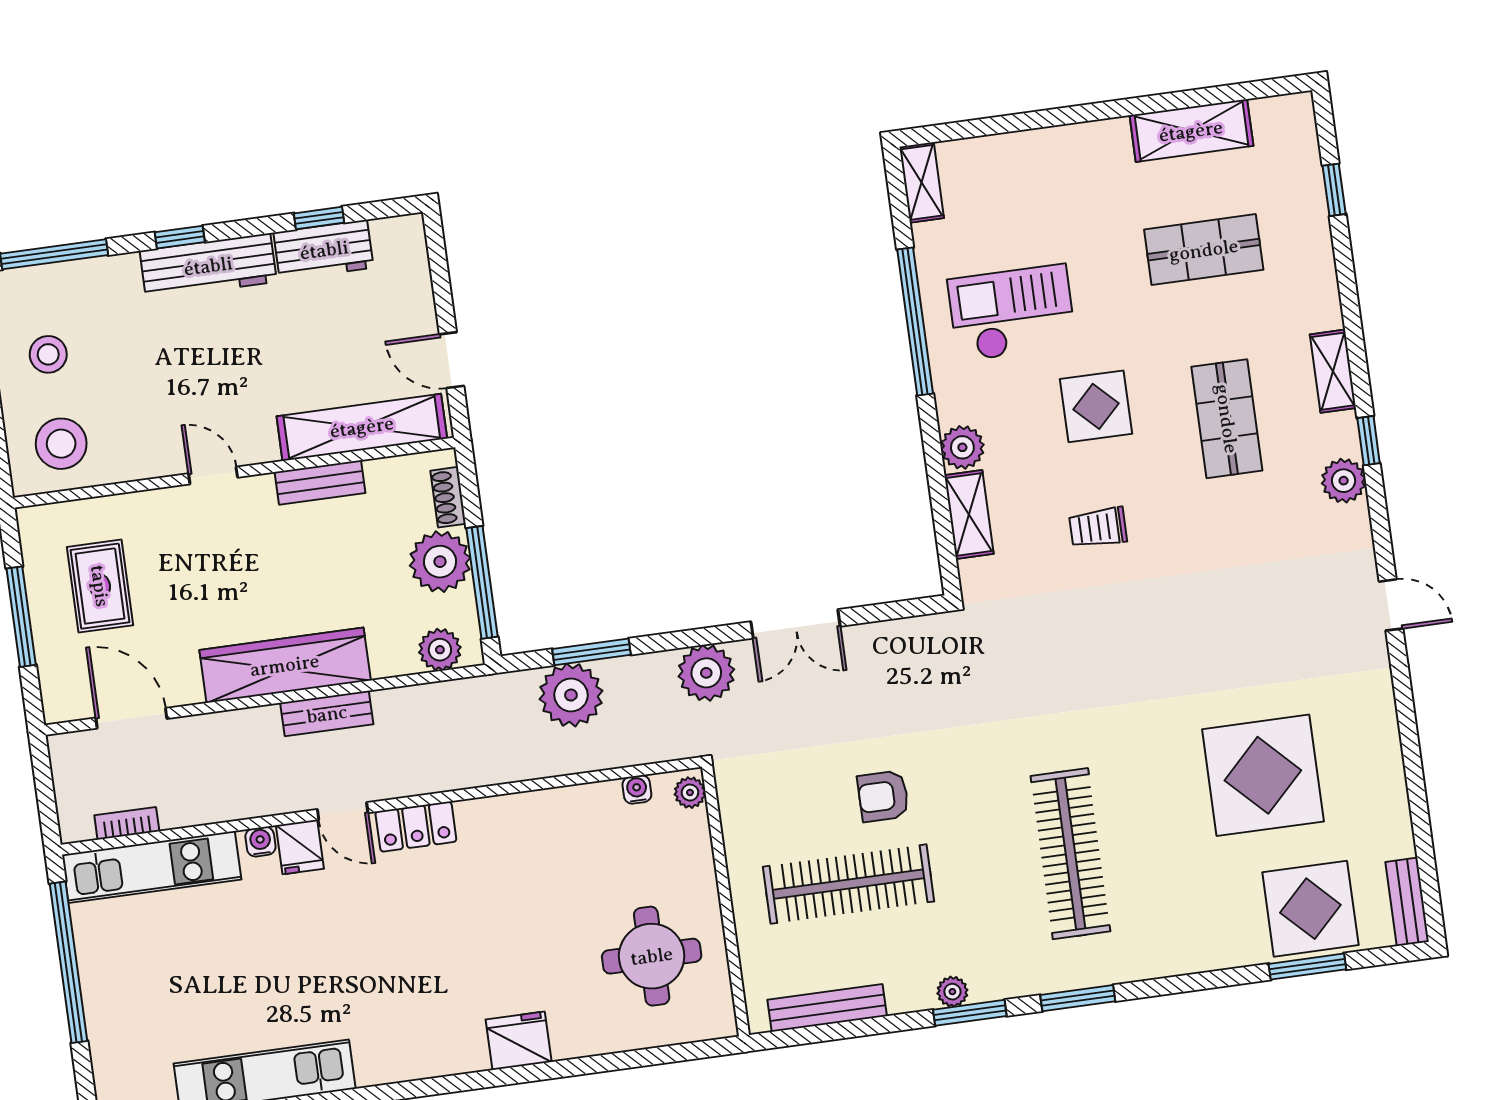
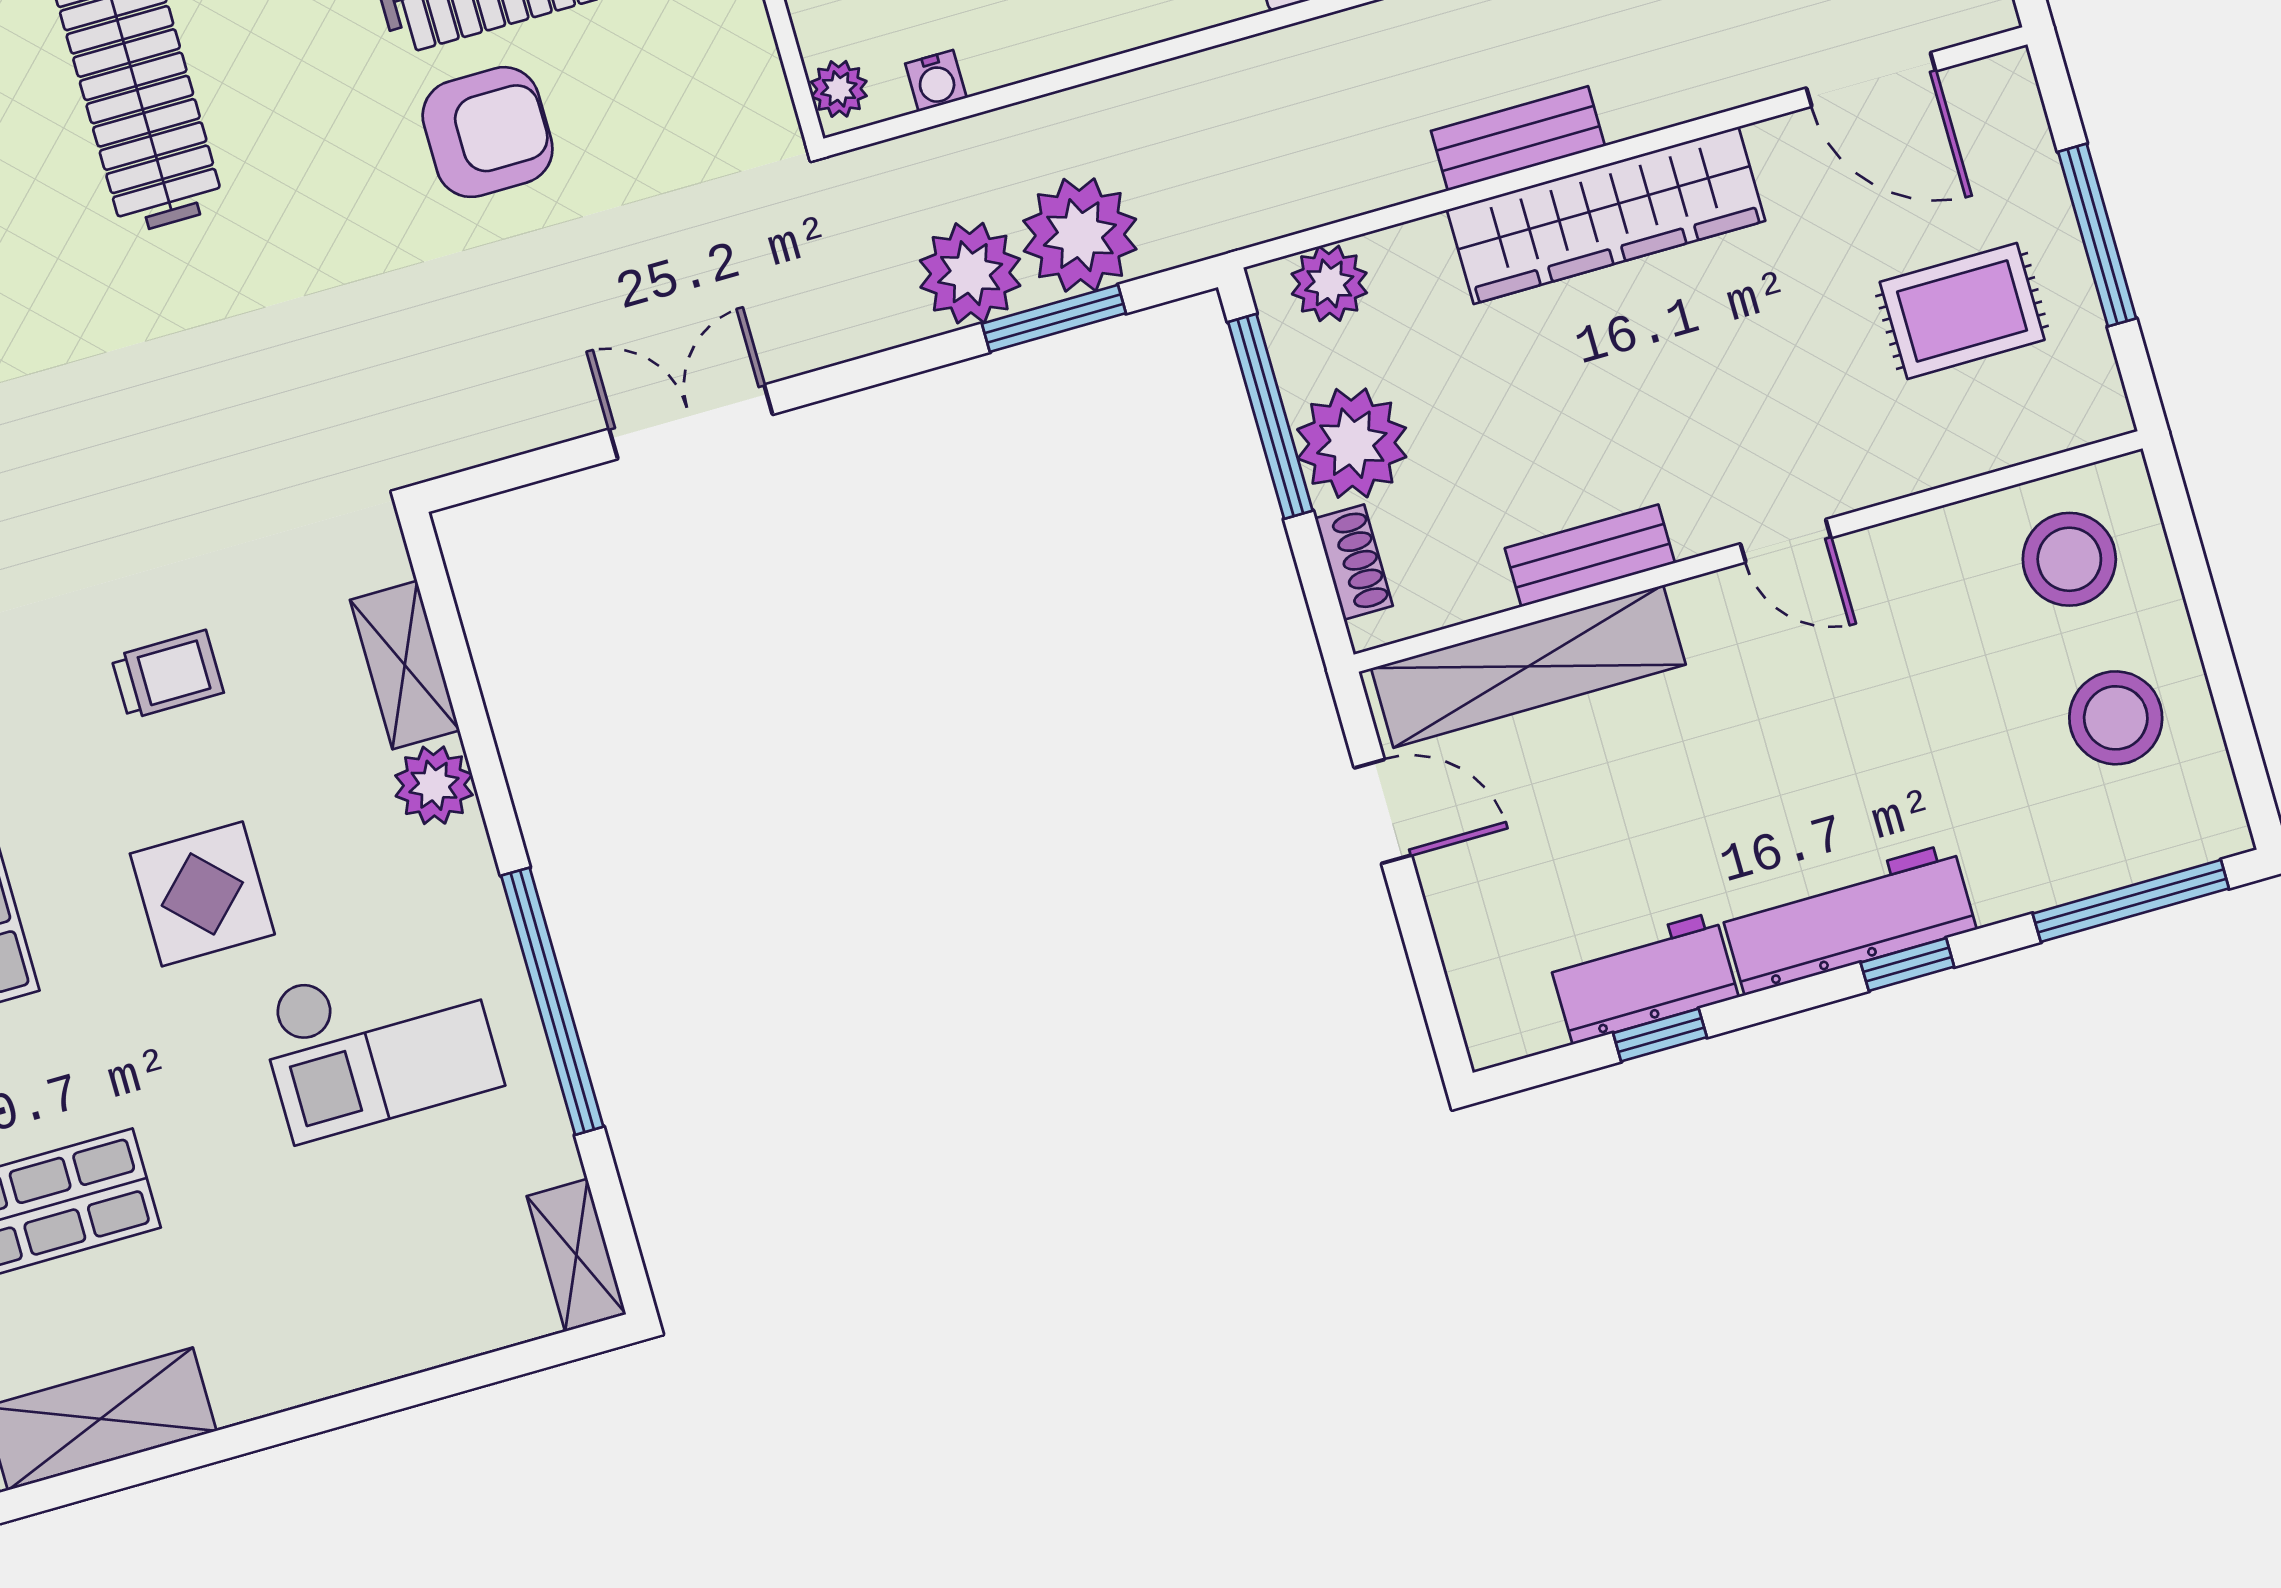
stool: (48, 354) -> (2116, 718), width x1.38, depth x1.38
rug: (100, 586) -> (1962, 311), turned 90
plant: (706, 673) -> (970, 273), moved
armchair: (883, 796) -> (488, 132), width x1.38, depth x1.38

